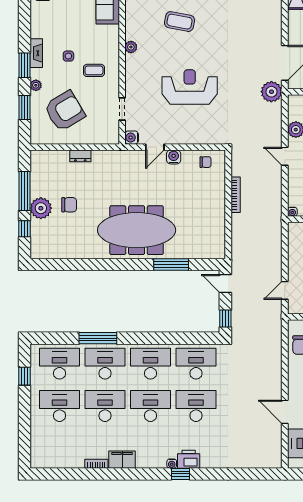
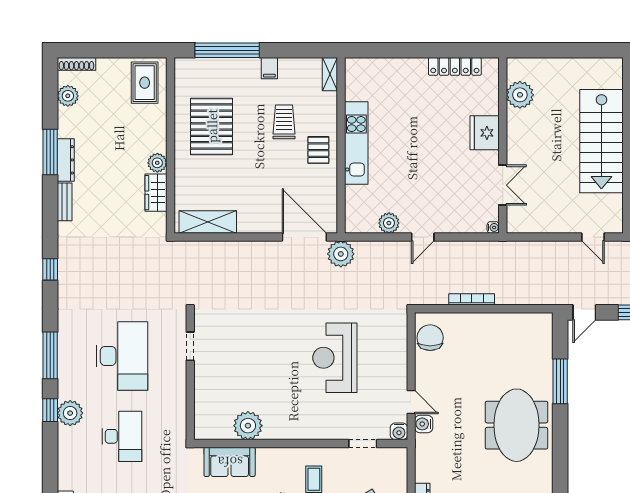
coffee table: (179, 22) -> (252, 371), removed
plant: (131, 47) -> (248, 426), moved, width x1.87, depth x1.87
water cooler: (174, 157) -> (424, 424), moved
chair: (206, 162) -> (430, 338), width x1.87, depth x1.87
meeting table: (137, 230) -> (517, 425), width x0.73

